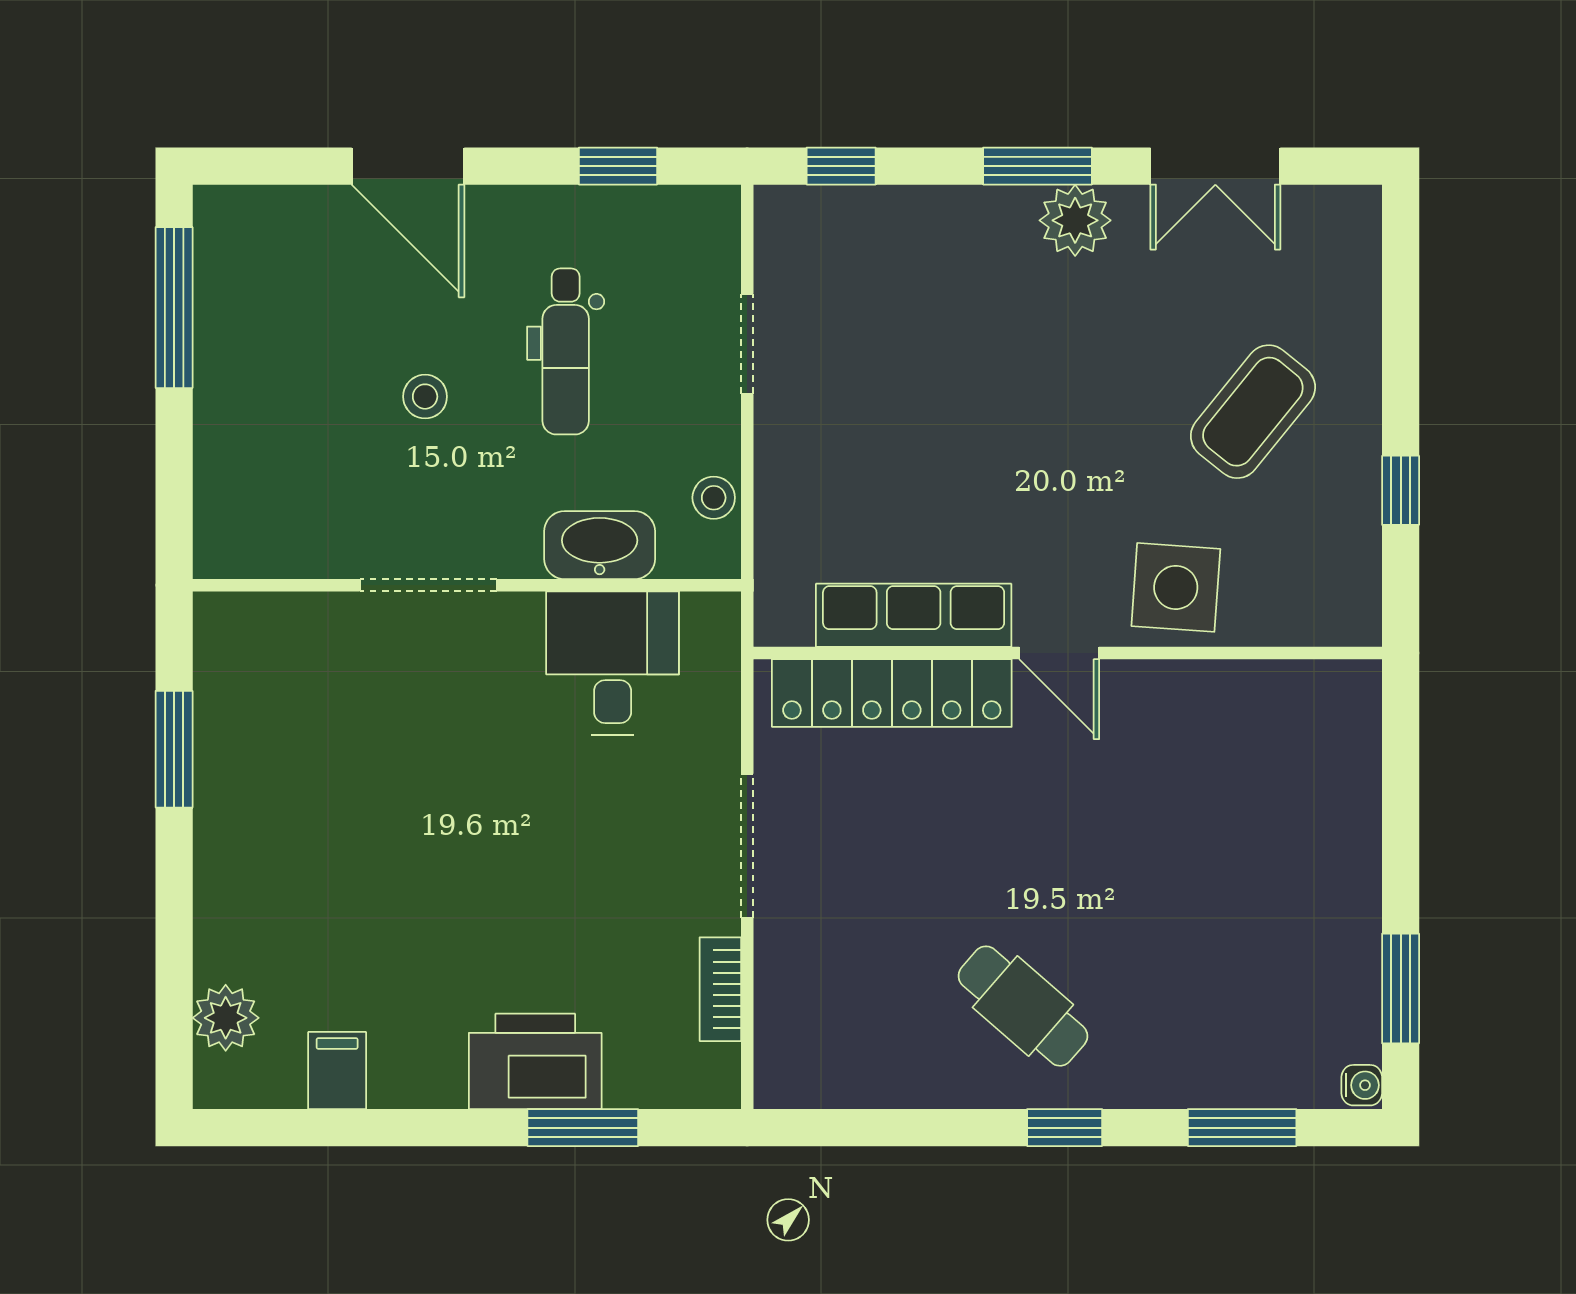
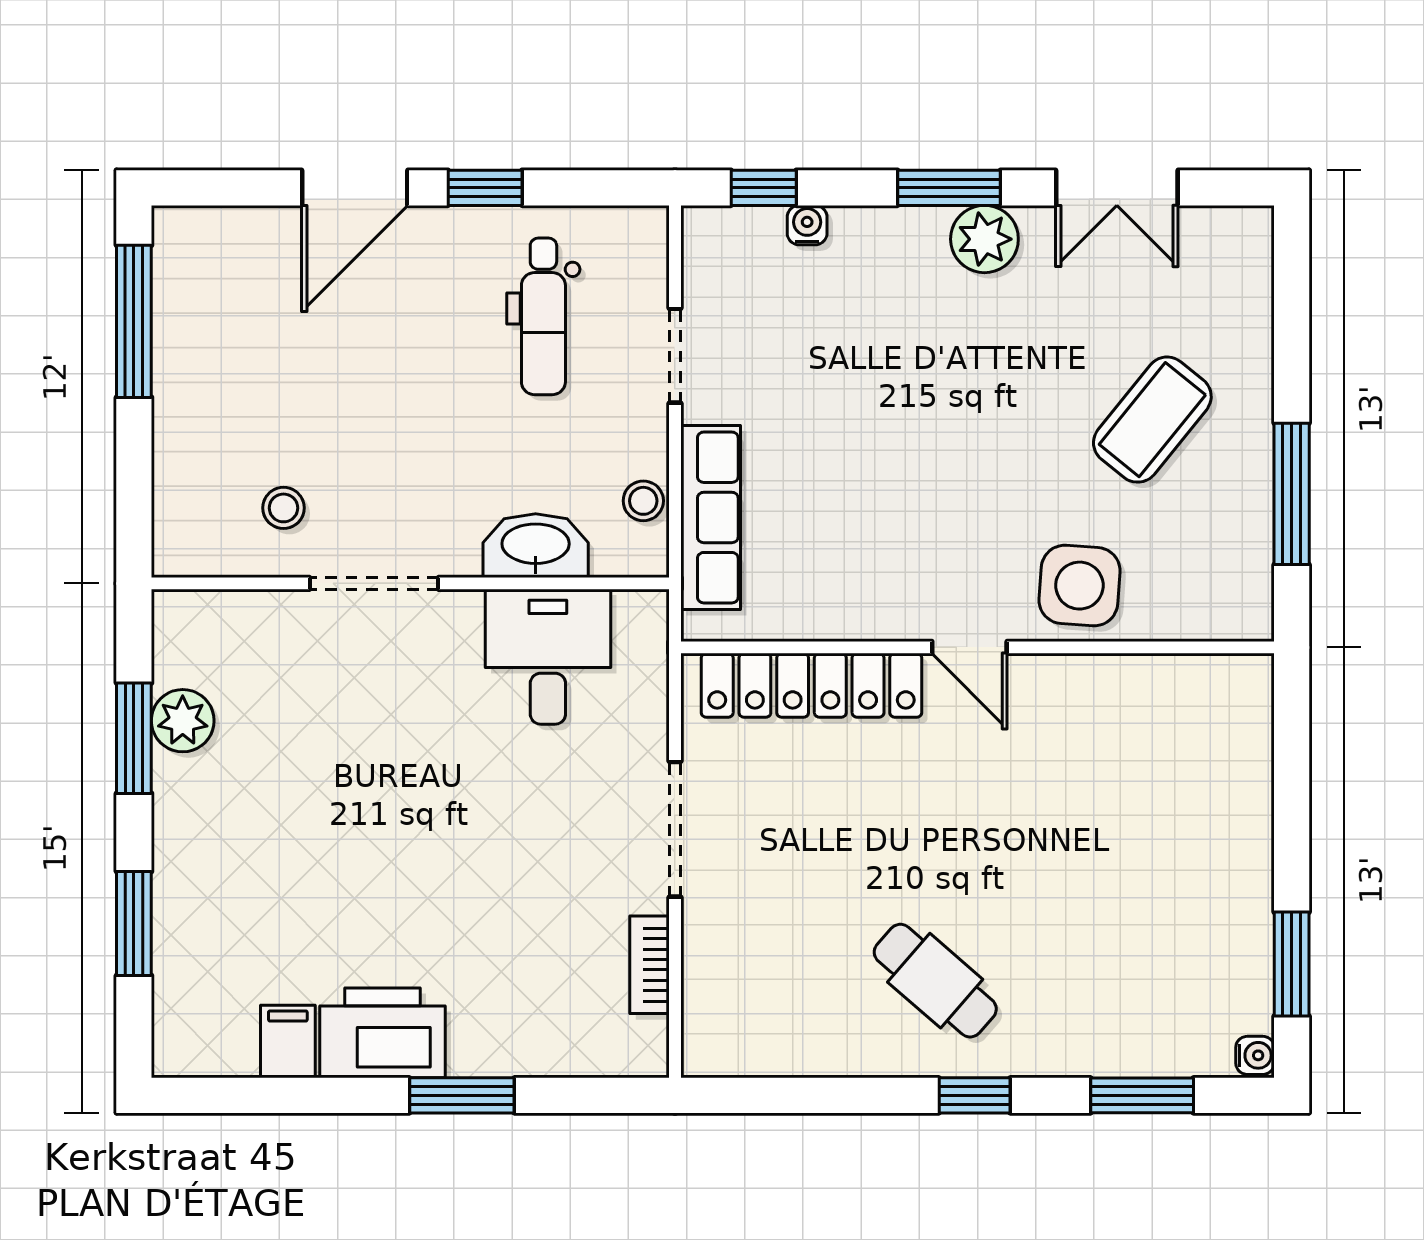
door: (408, 166) -> (355, 188), hinge flipped
window: (618, 166) -> (485, 188), moved
water cooler: (887, 206) -> (807, 225), added
dental chair: (566, 351) -> (543, 316), moved
stool: (425, 397) -> (283, 508), moved
window: (1401, 490) -> (1292, 494), width x2.17
row of seats: (914, 615) -> (711, 517), moved, turned 90
window: (174, 945) -> (134, 923), added
plant: (226, 1018) -> (183, 721), moved
printer: (535, 1061) -> (383, 1033), moved
window: (583, 1128) -> (462, 1095), moved

